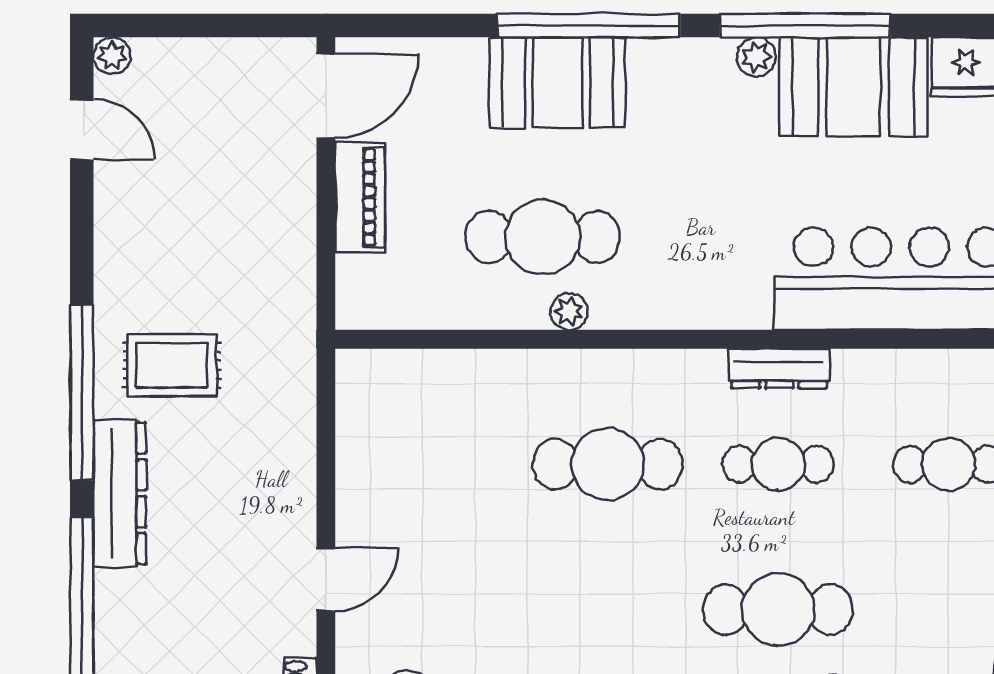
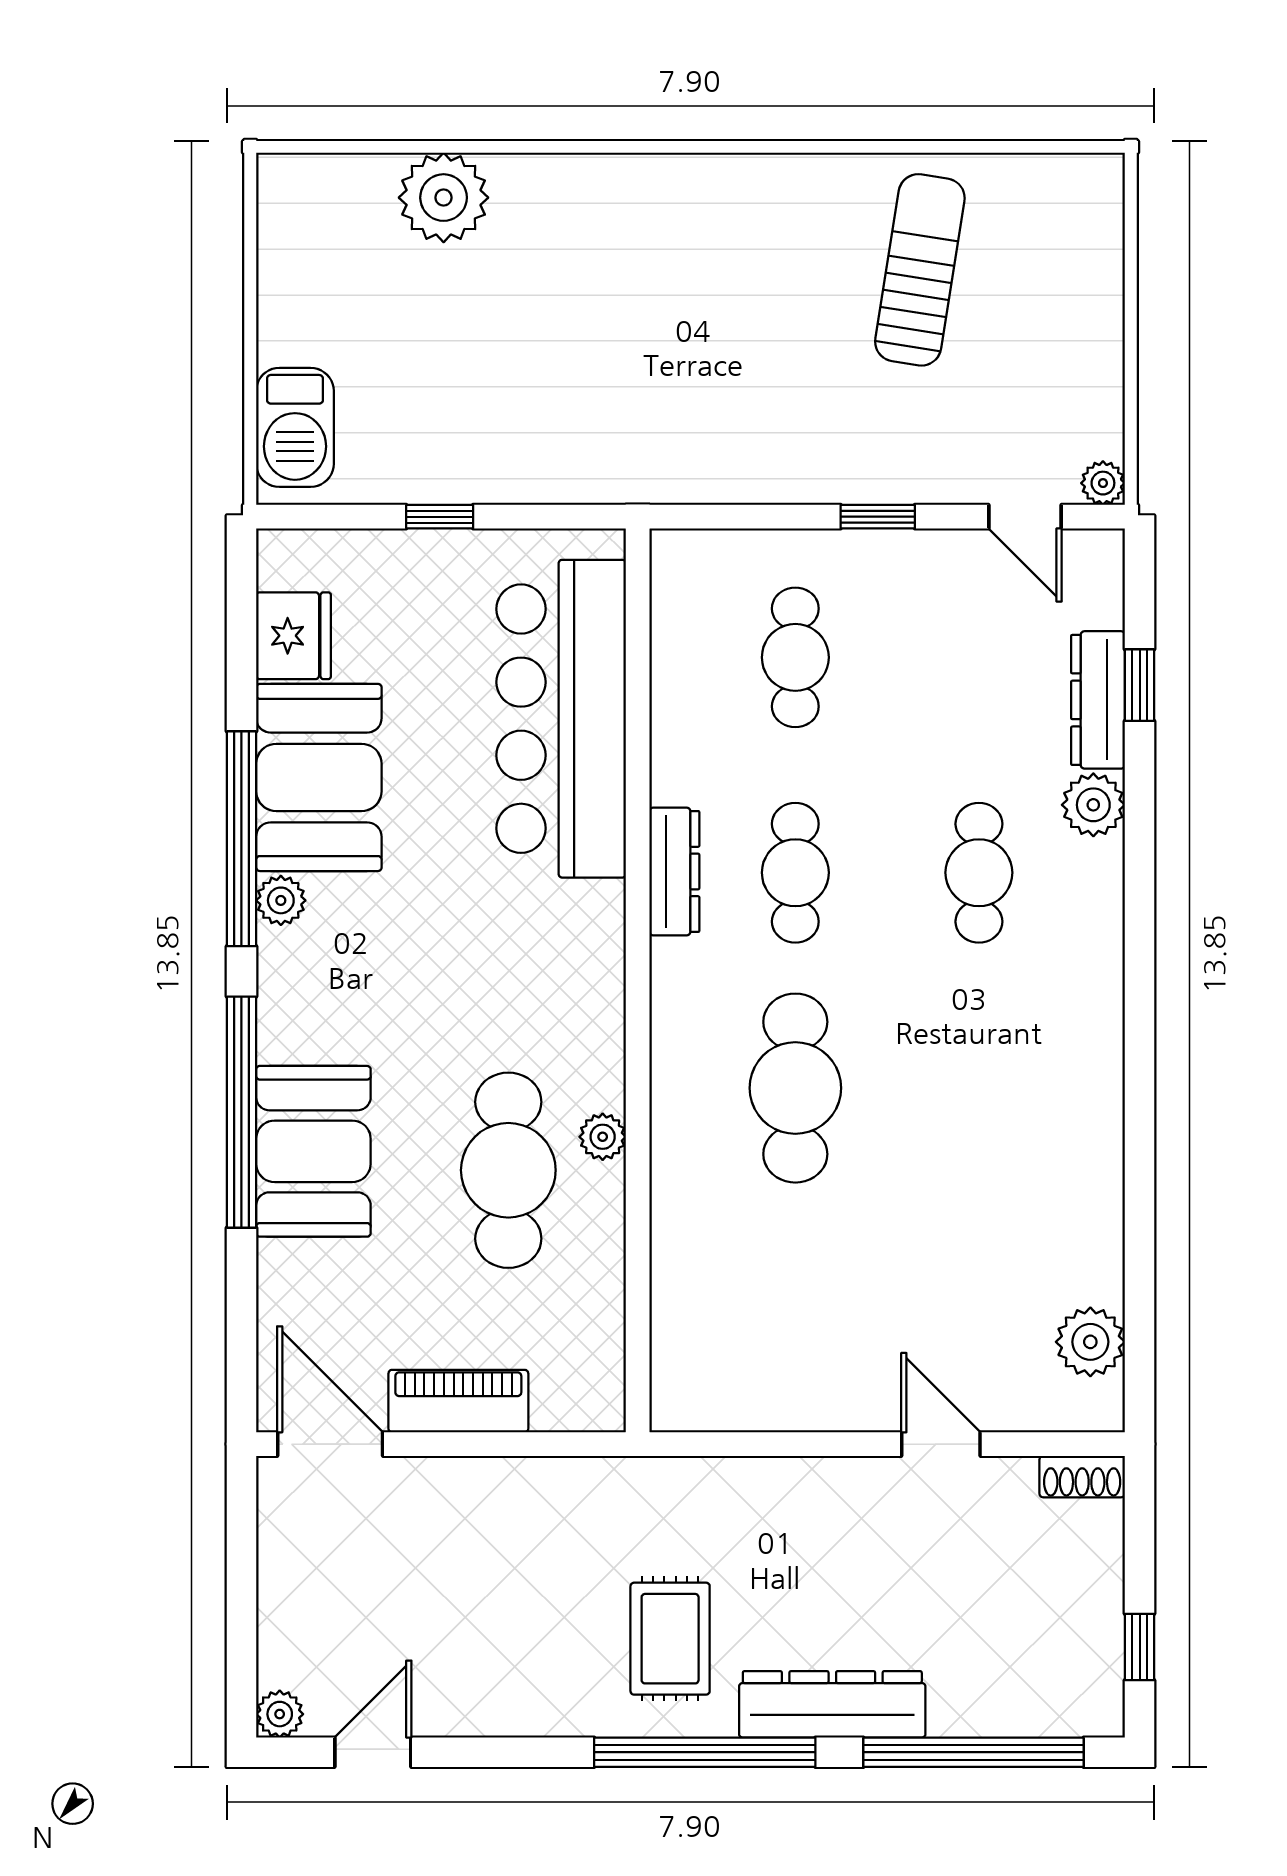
cafe table: (778, 609) -> (979, 873), width x0.73, depth x0.74

